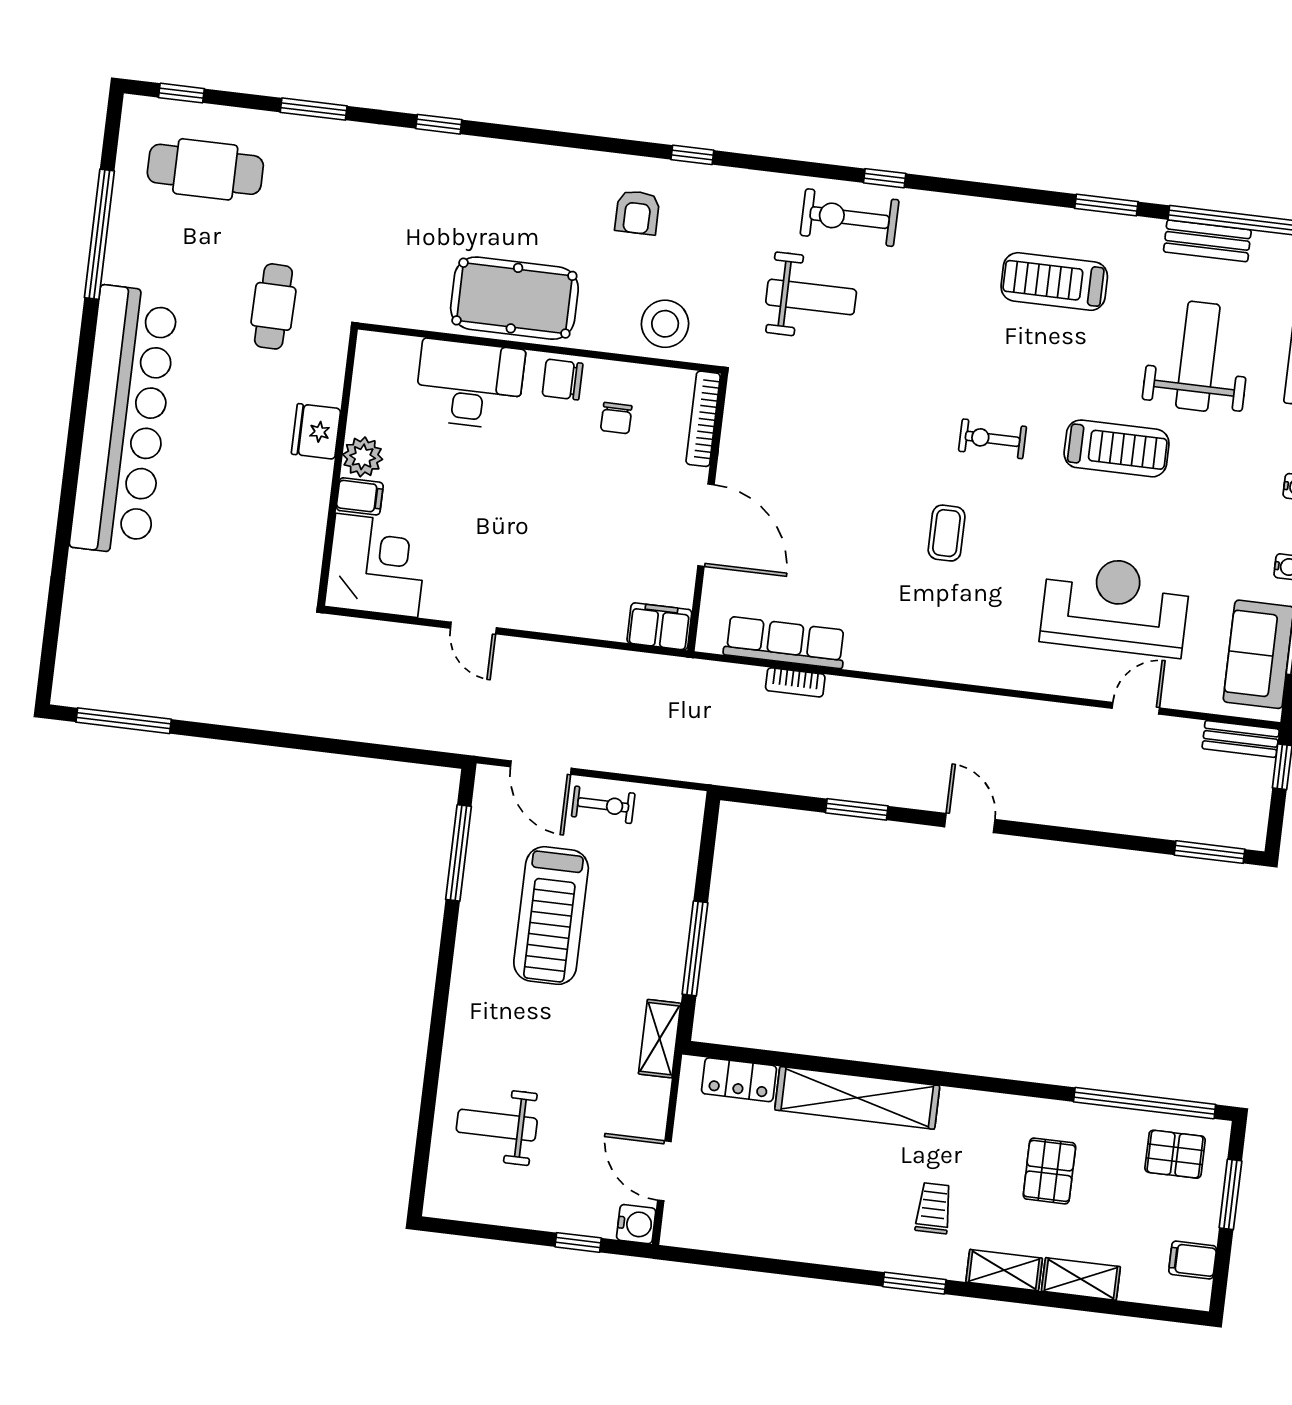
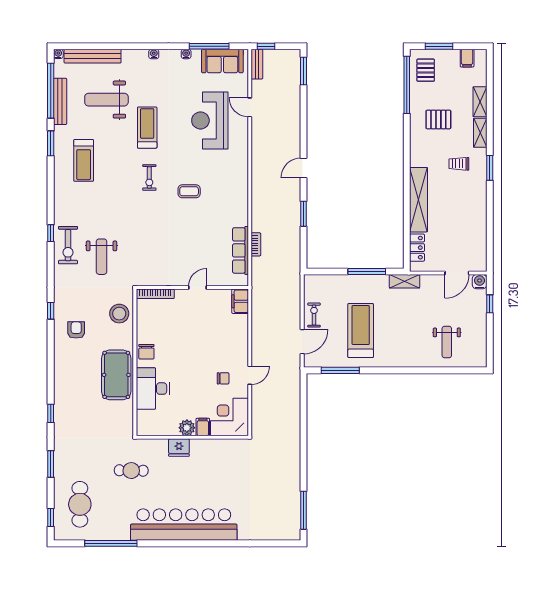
armchair: (637, 212) -> (76, 330), turned -90
bench: (1207, 241) -> (60, 101), width x1.36
weight bench: (811, 297) -> (102, 257), turned 180
chair: (616, 418) -> (223, 378), moved
door: (706, 525) -> (198, 288), width x0.53
treadmill: (551, 916) -> (361, 330), turned -90

